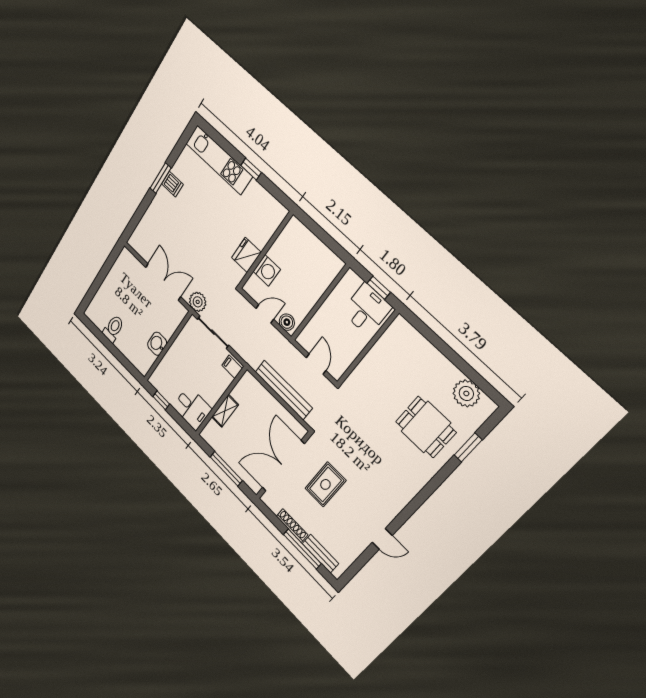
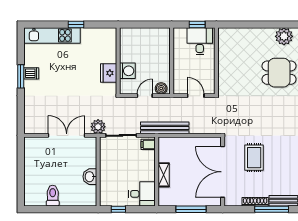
bench: (284, 390) -> (165, 128), moved

